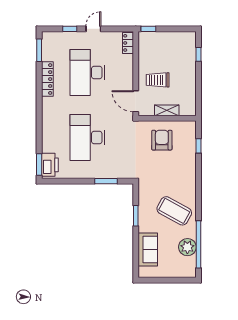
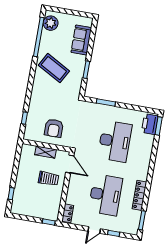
plant: (187, 247) -> (51, 23), moved

